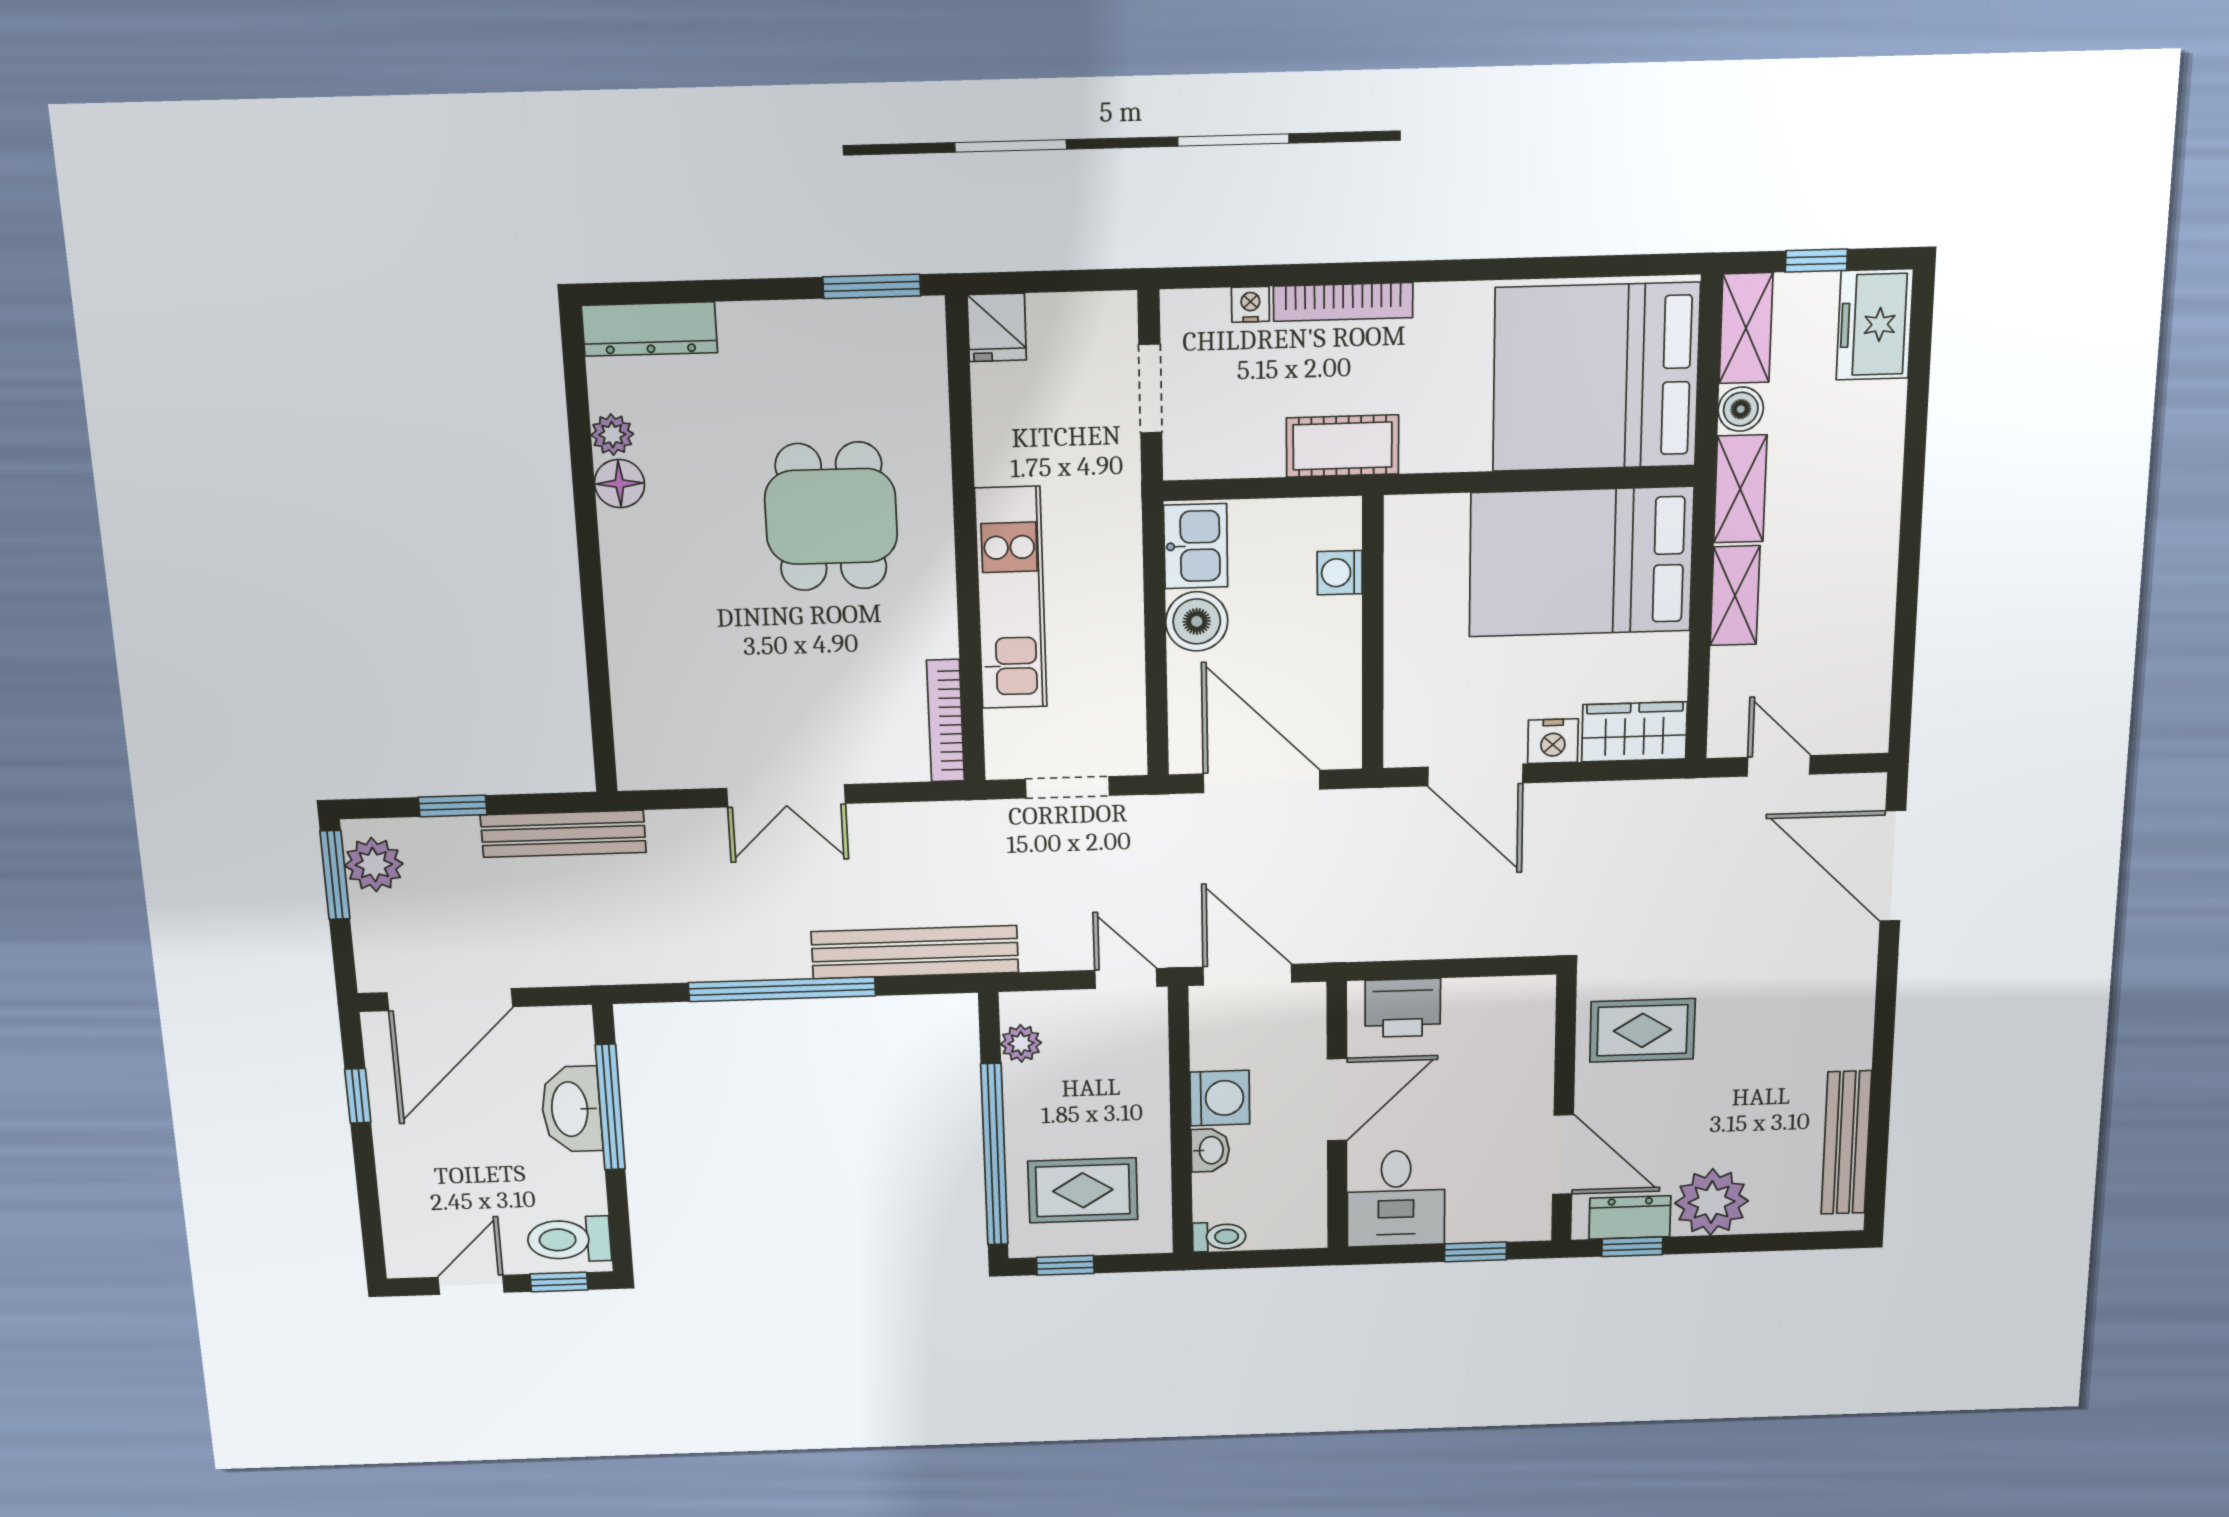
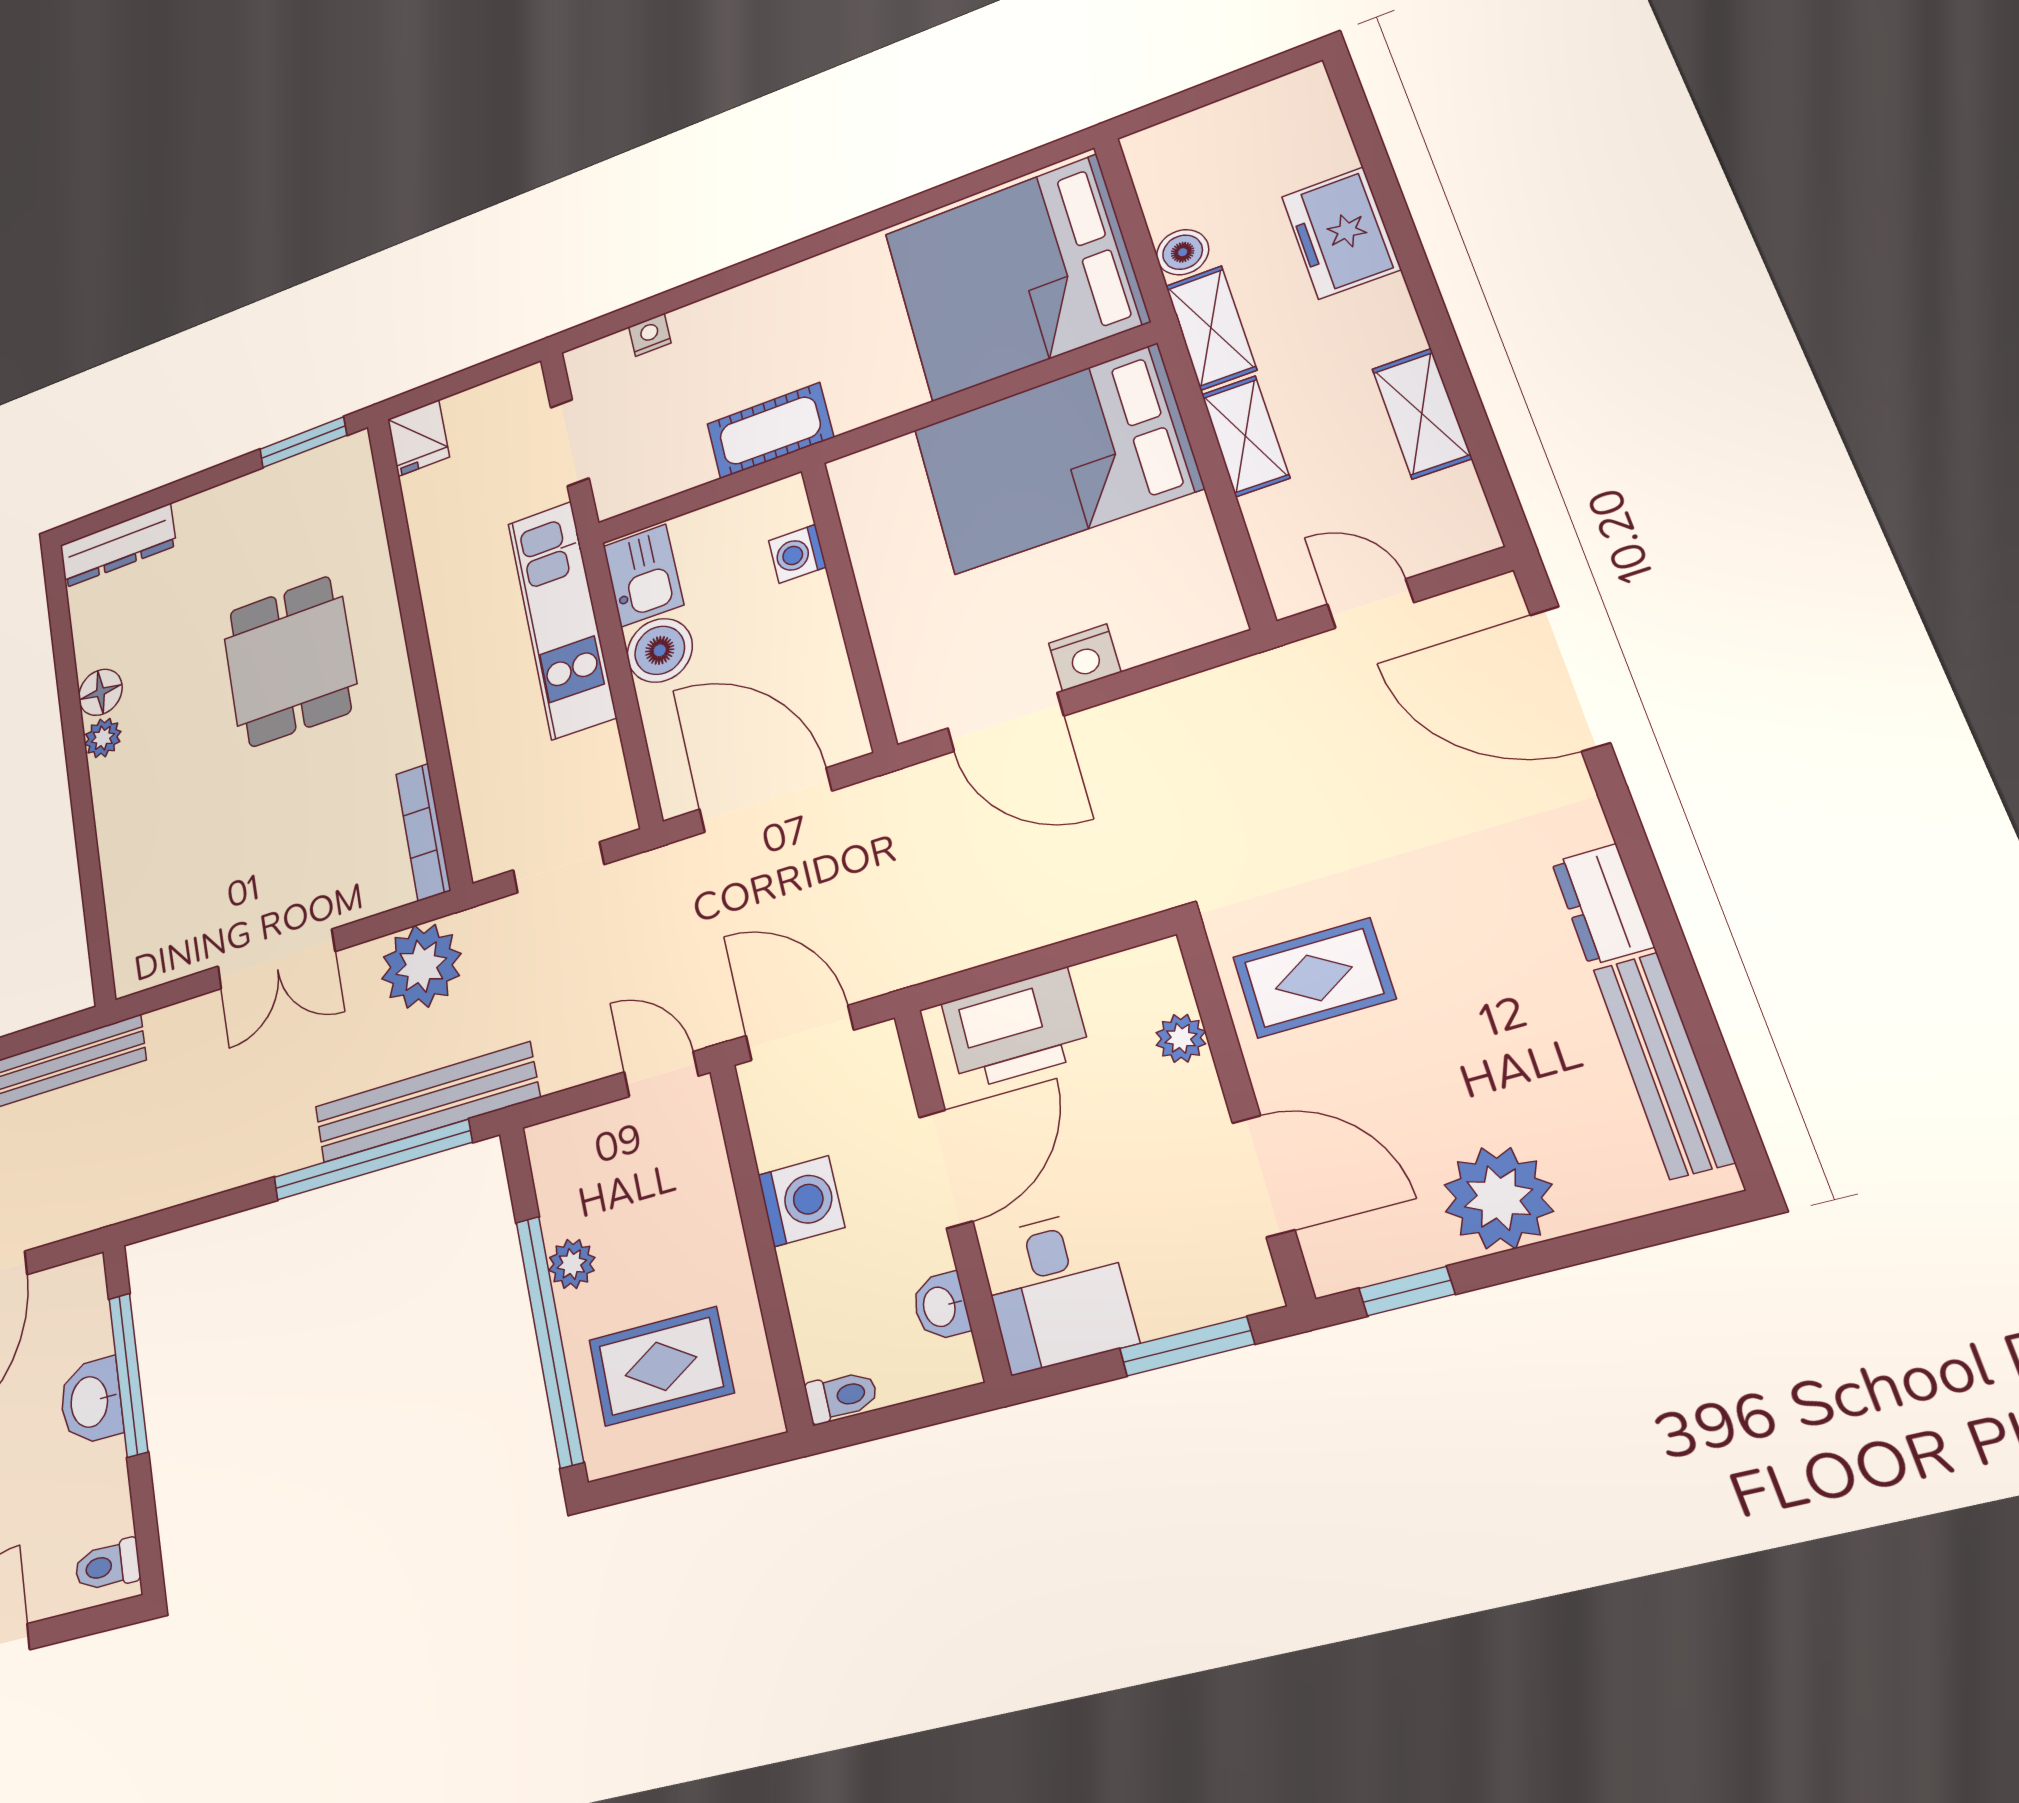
window: (1816, 260) -> (1213, 91), removed
bookcase: (1343, 302) -> (739, 301), removed
freezer: (1875, 325) -> (1341, 233), moved
shelving: (1746, 328) -> (1422, 413), moved
plant: (612, 435) -> (103, 738), moved
kitchen unit: (1011, 598) -> (562, 619), moved, turned 180
wardrobe: (1634, 732) -> (1178, 618), removed
plant: (927, 838) -> (421, 966), added
window: (782, 989) -> (372, 1160), moved
printer: (1403, 1008) -> (1015, 1029), width x1.37, depth x1.19
plant: (1021, 1043) -> (572, 1264), moved
plant: (1536, 1049) -> (1181, 1038), added
washbasin: (571, 1109) -> (91, 1401), width x0.72
washbasin: (1210, 1150) -> (941, 1306), moved, turned 180
dresser: (1630, 1217) -> (1603, 904), moved, turned -90
toilet: (569, 1239) -> (107, 1566), width x0.73, depth x0.72
window: (1476, 1252) -> (1187, 1346), width x1.50
window: (1065, 1265) -> (658, 1479), removed
window: (559, 1282) -> (87, 1622), removed

